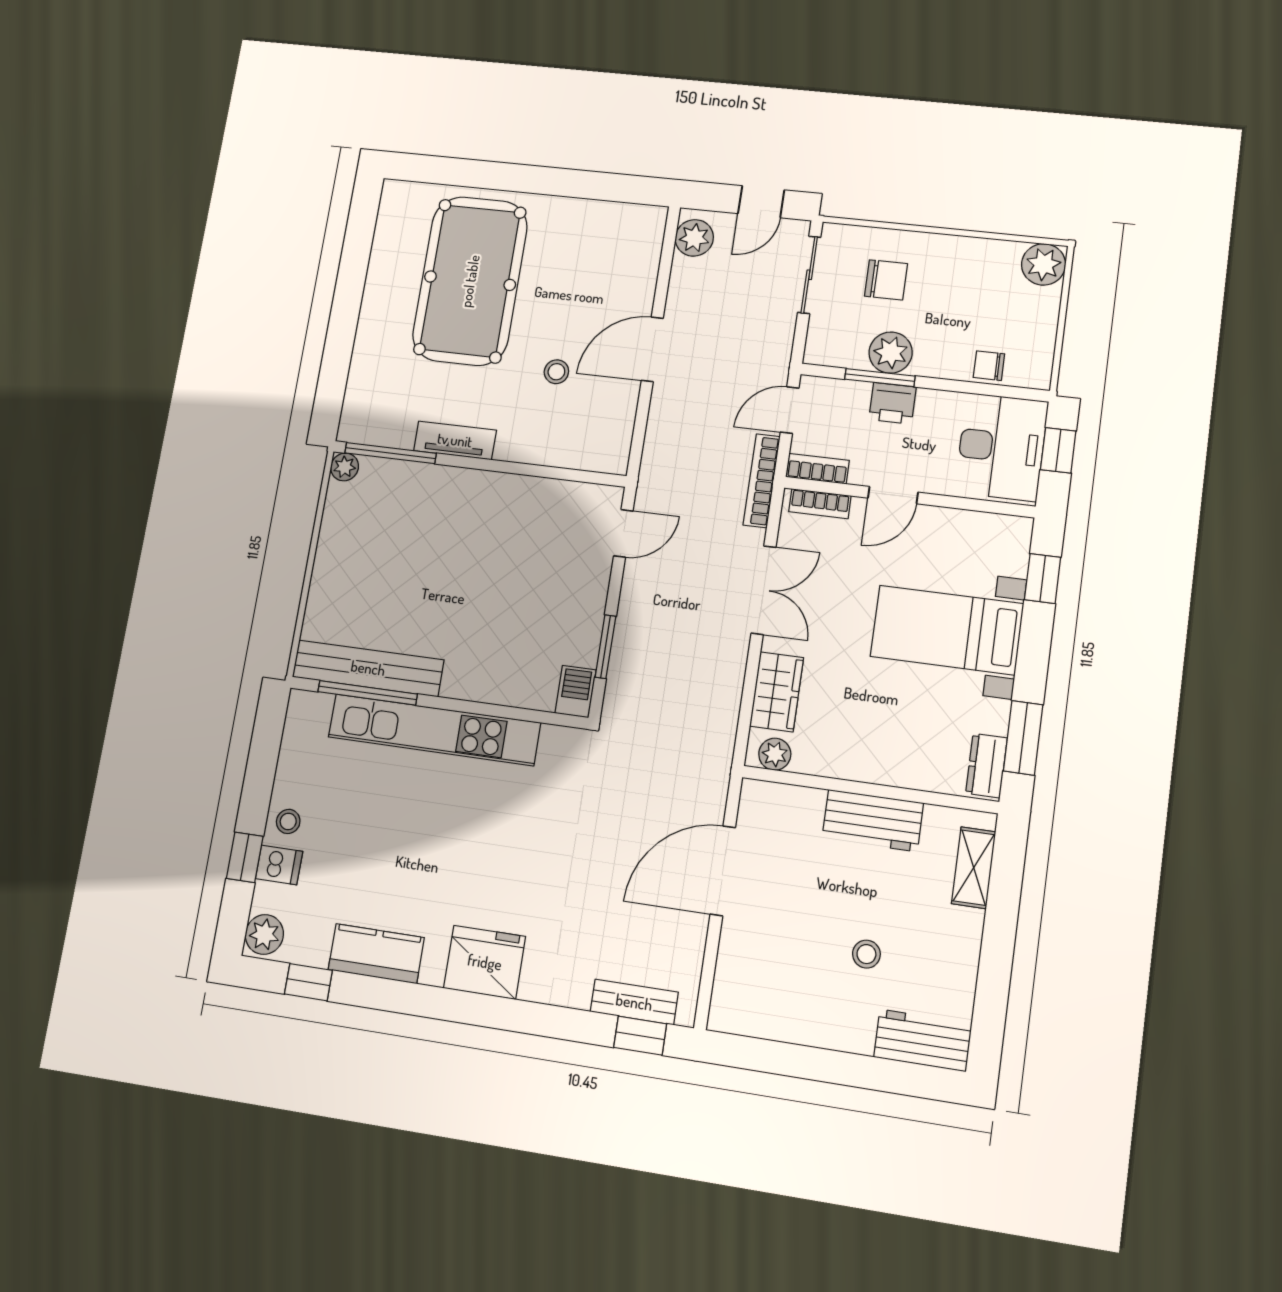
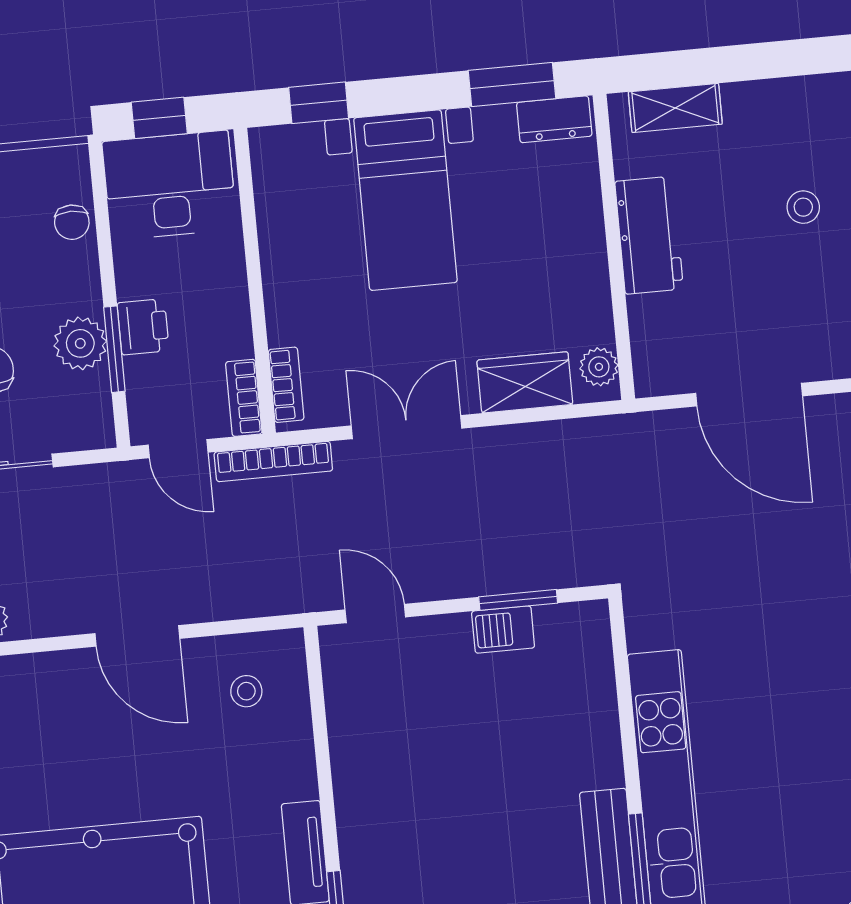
stool: (556, 372) -> (246, 691), moved
door: (893, 495) -> (257, 300), removed
barbecue: (575, 692) -> (503, 630), moved

